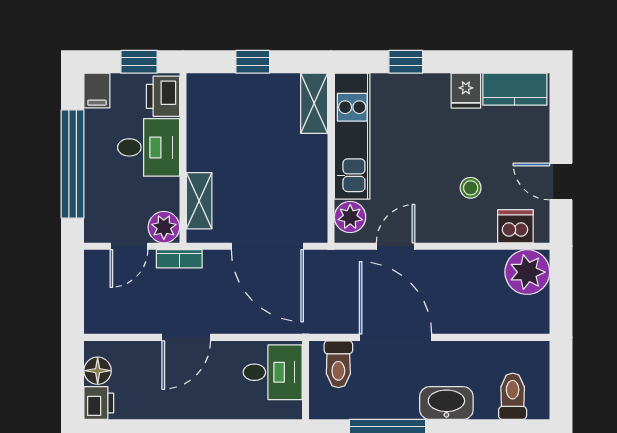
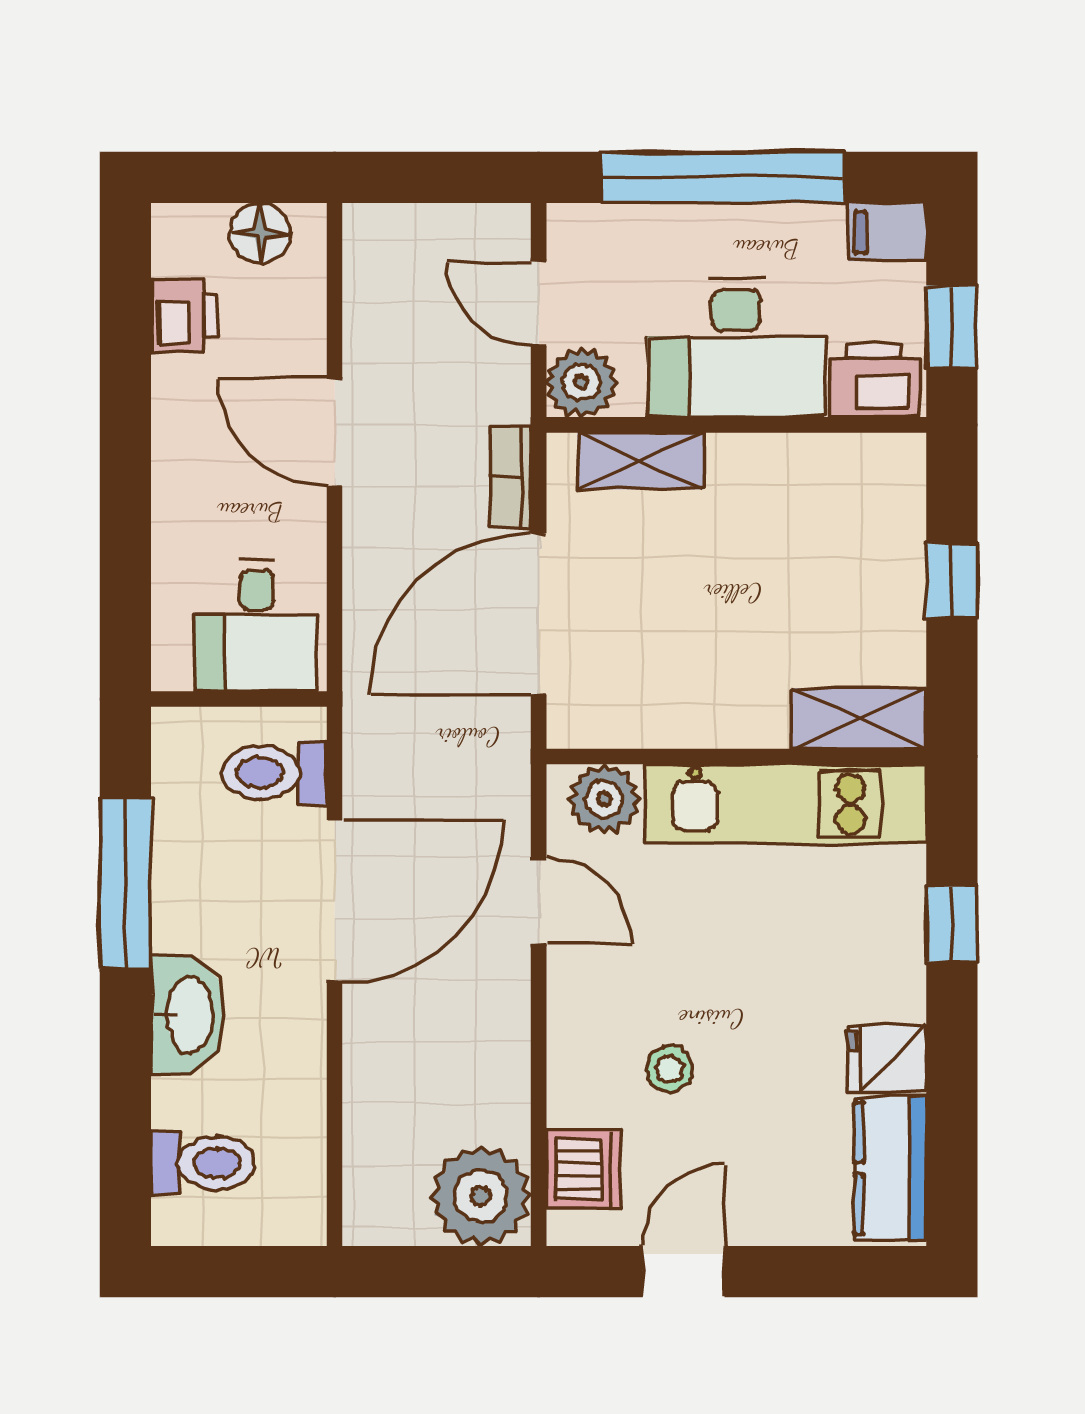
desk: (149, 147) -> (736, 348), width x1.37
bookcase: (179, 259) -> (510, 477), moved
printer: (99, 403) -> (184, 316), moved, turned -90

